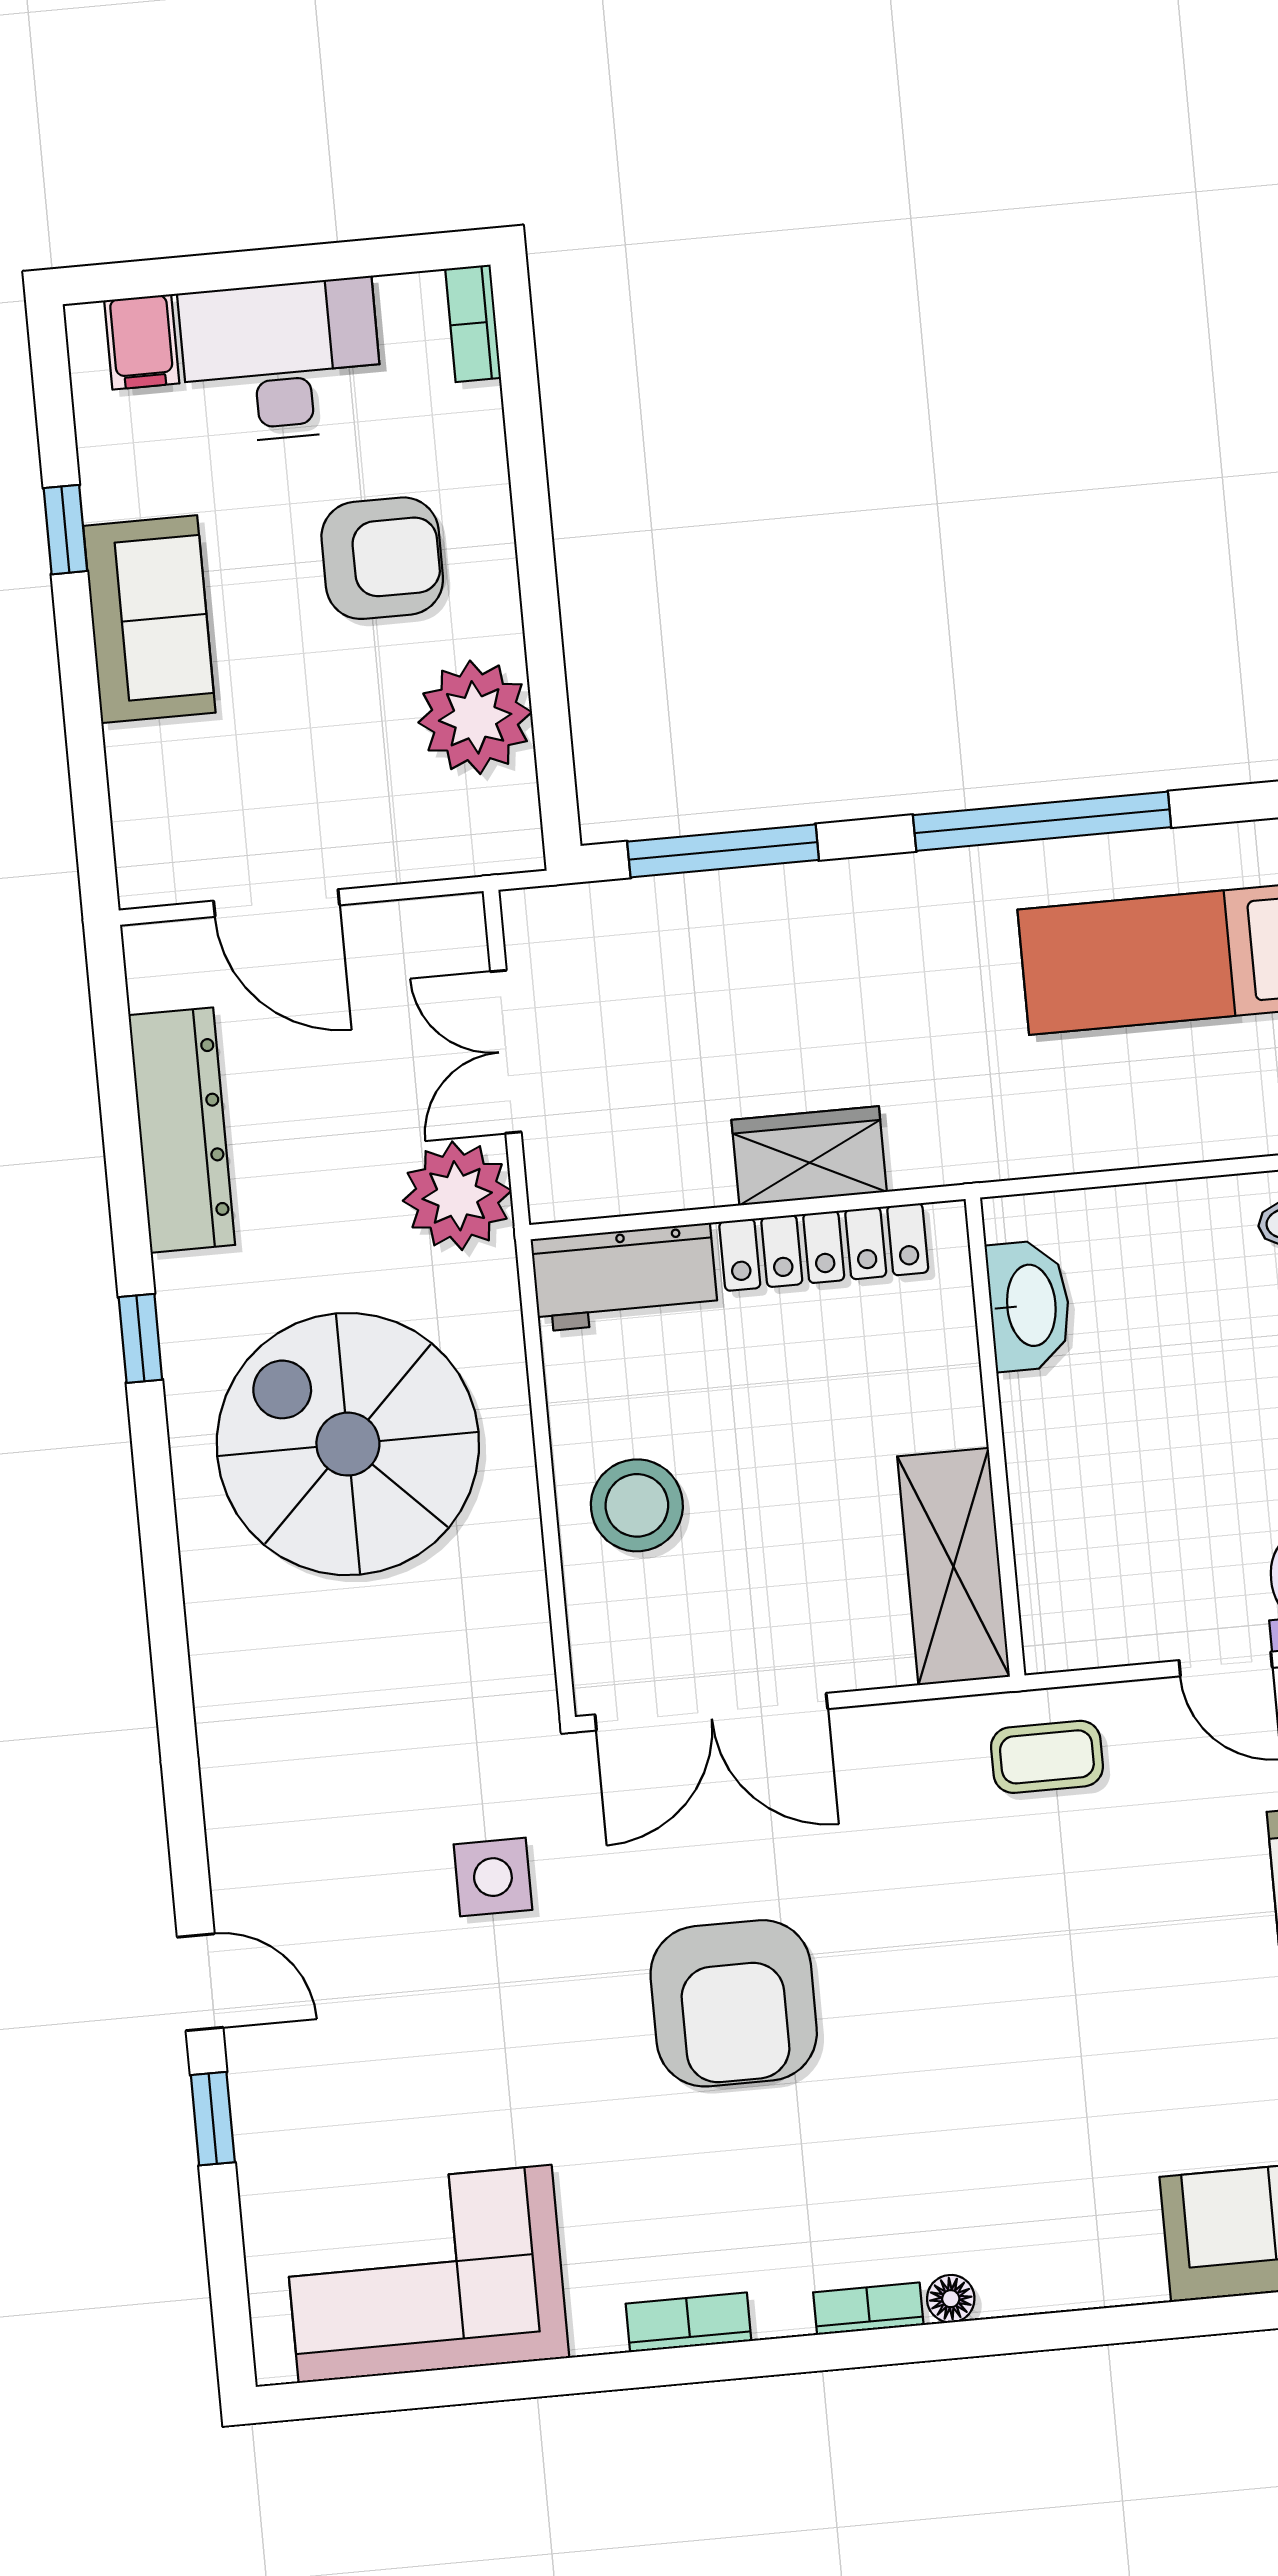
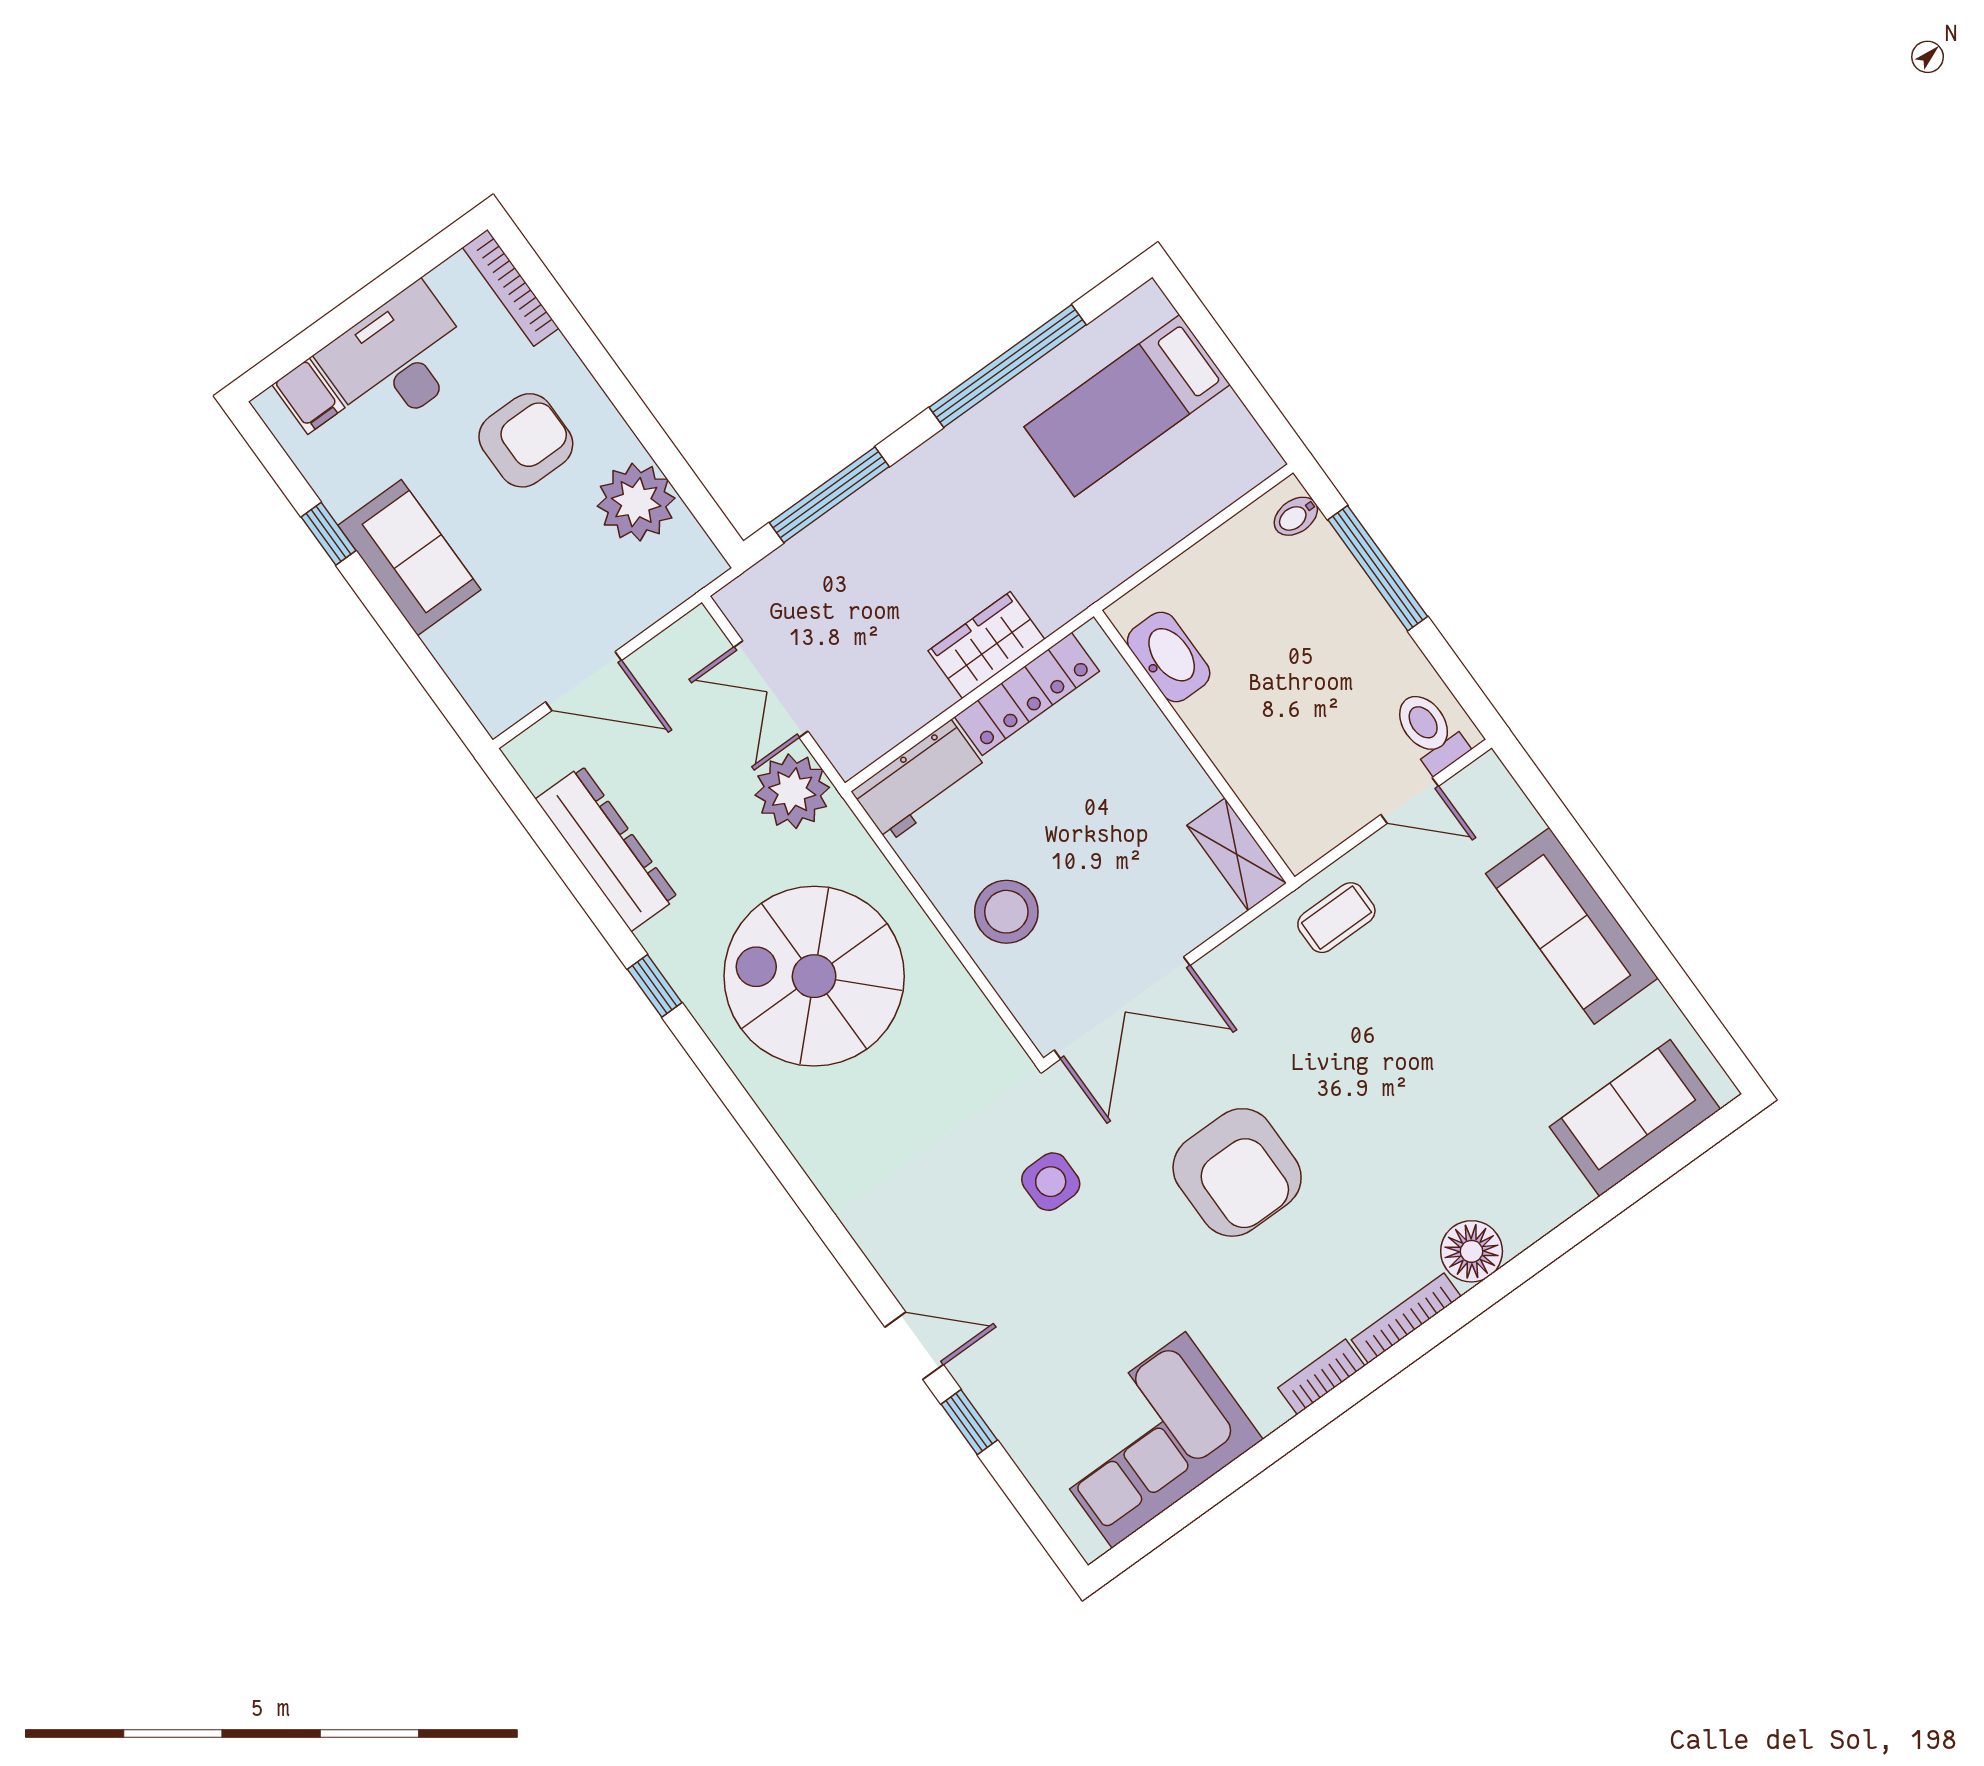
bookcase: (473, 323) -> (511, 288), width x1.56
shelving: (954, 1567) -> (1237, 854), width x0.67, depth x0.75
floor lamp: (951, 2299) -> (1472, 1251), width x1.89, depth x1.89
bookcase: (868, 2309) -> (1406, 1318), width x1.56

